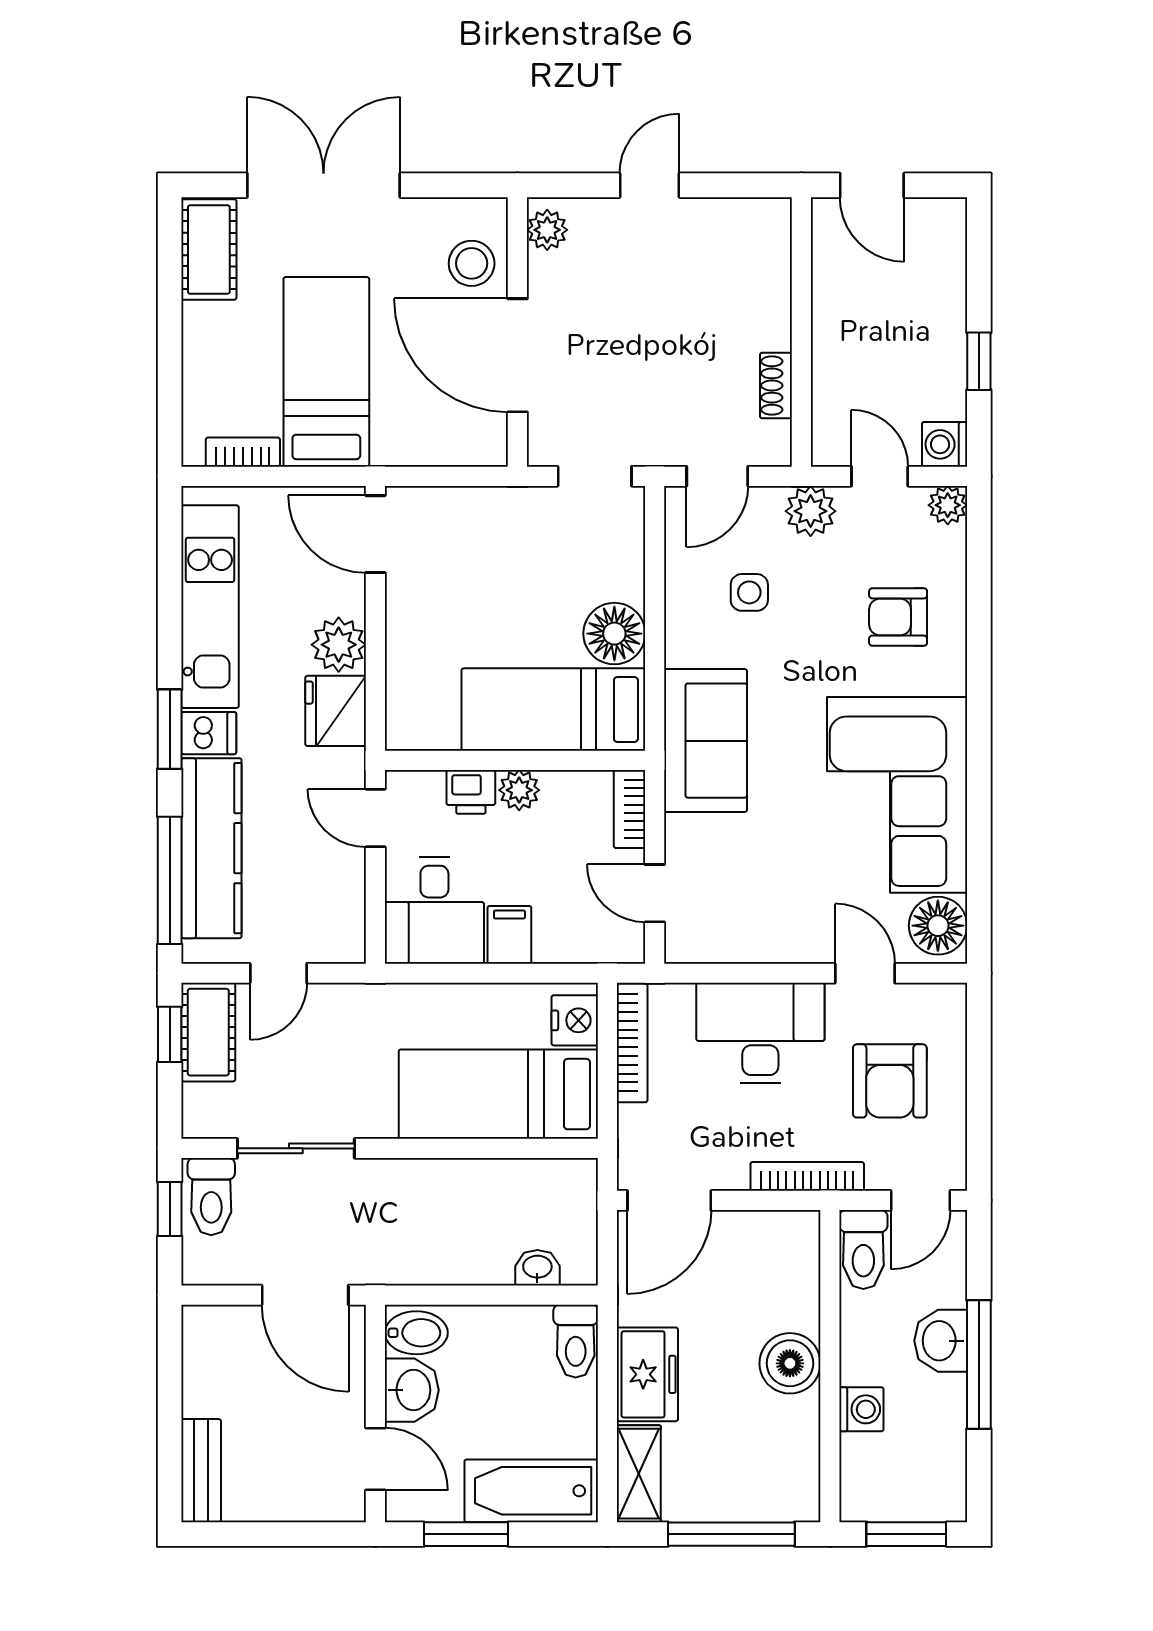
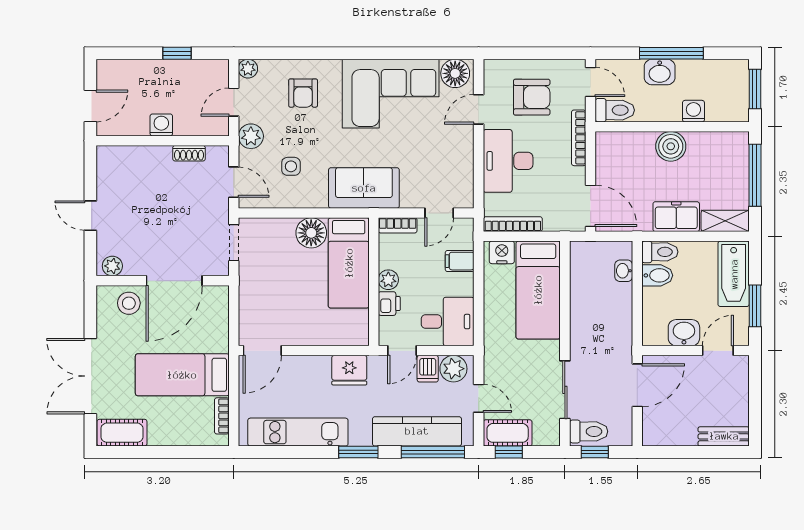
washing machine: (945, 444) -> (161, 125), moved, turned 180
plant: (339, 645) -> (453, 369), moved
dishwasher: (209, 733) -> (428, 369), moved, turned 180
filing cabinet: (509, 935) -> (460, 261), moved
bidet: (416, 1333) -> (657, 275), moved, turned 90

